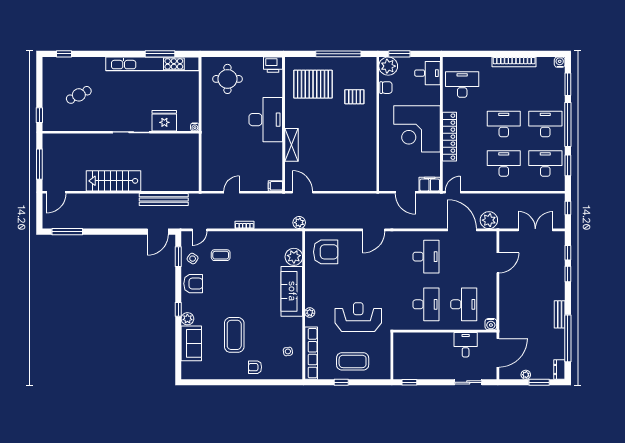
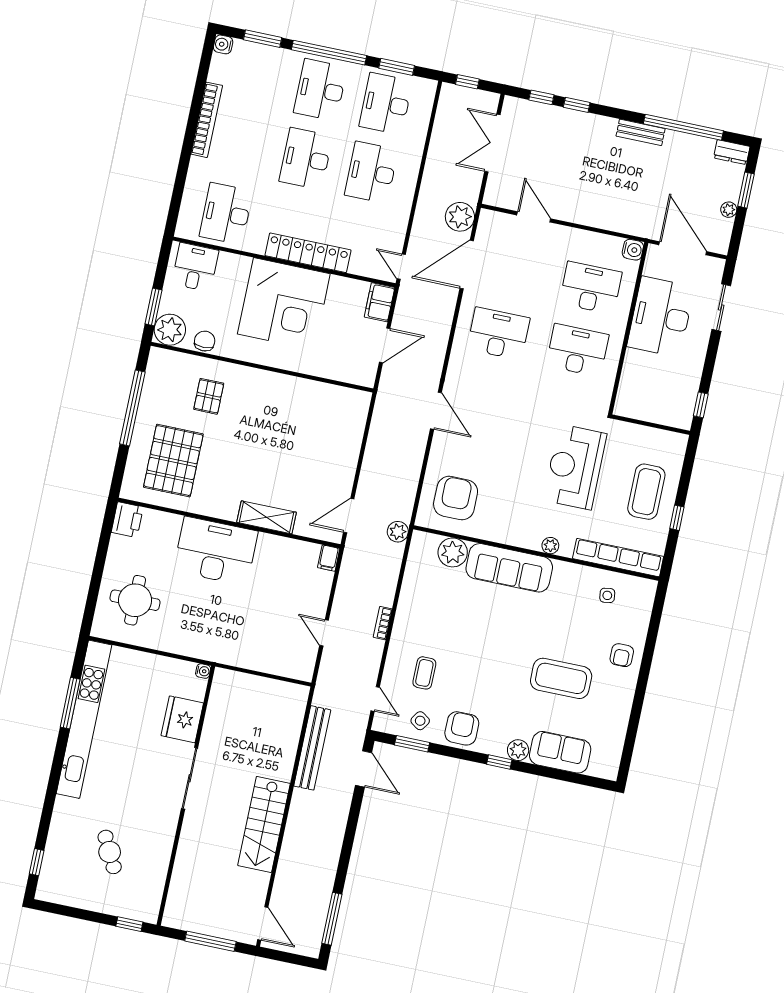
desk: (466, 345) -> (661, 317), width x1.87, depth x1.30

